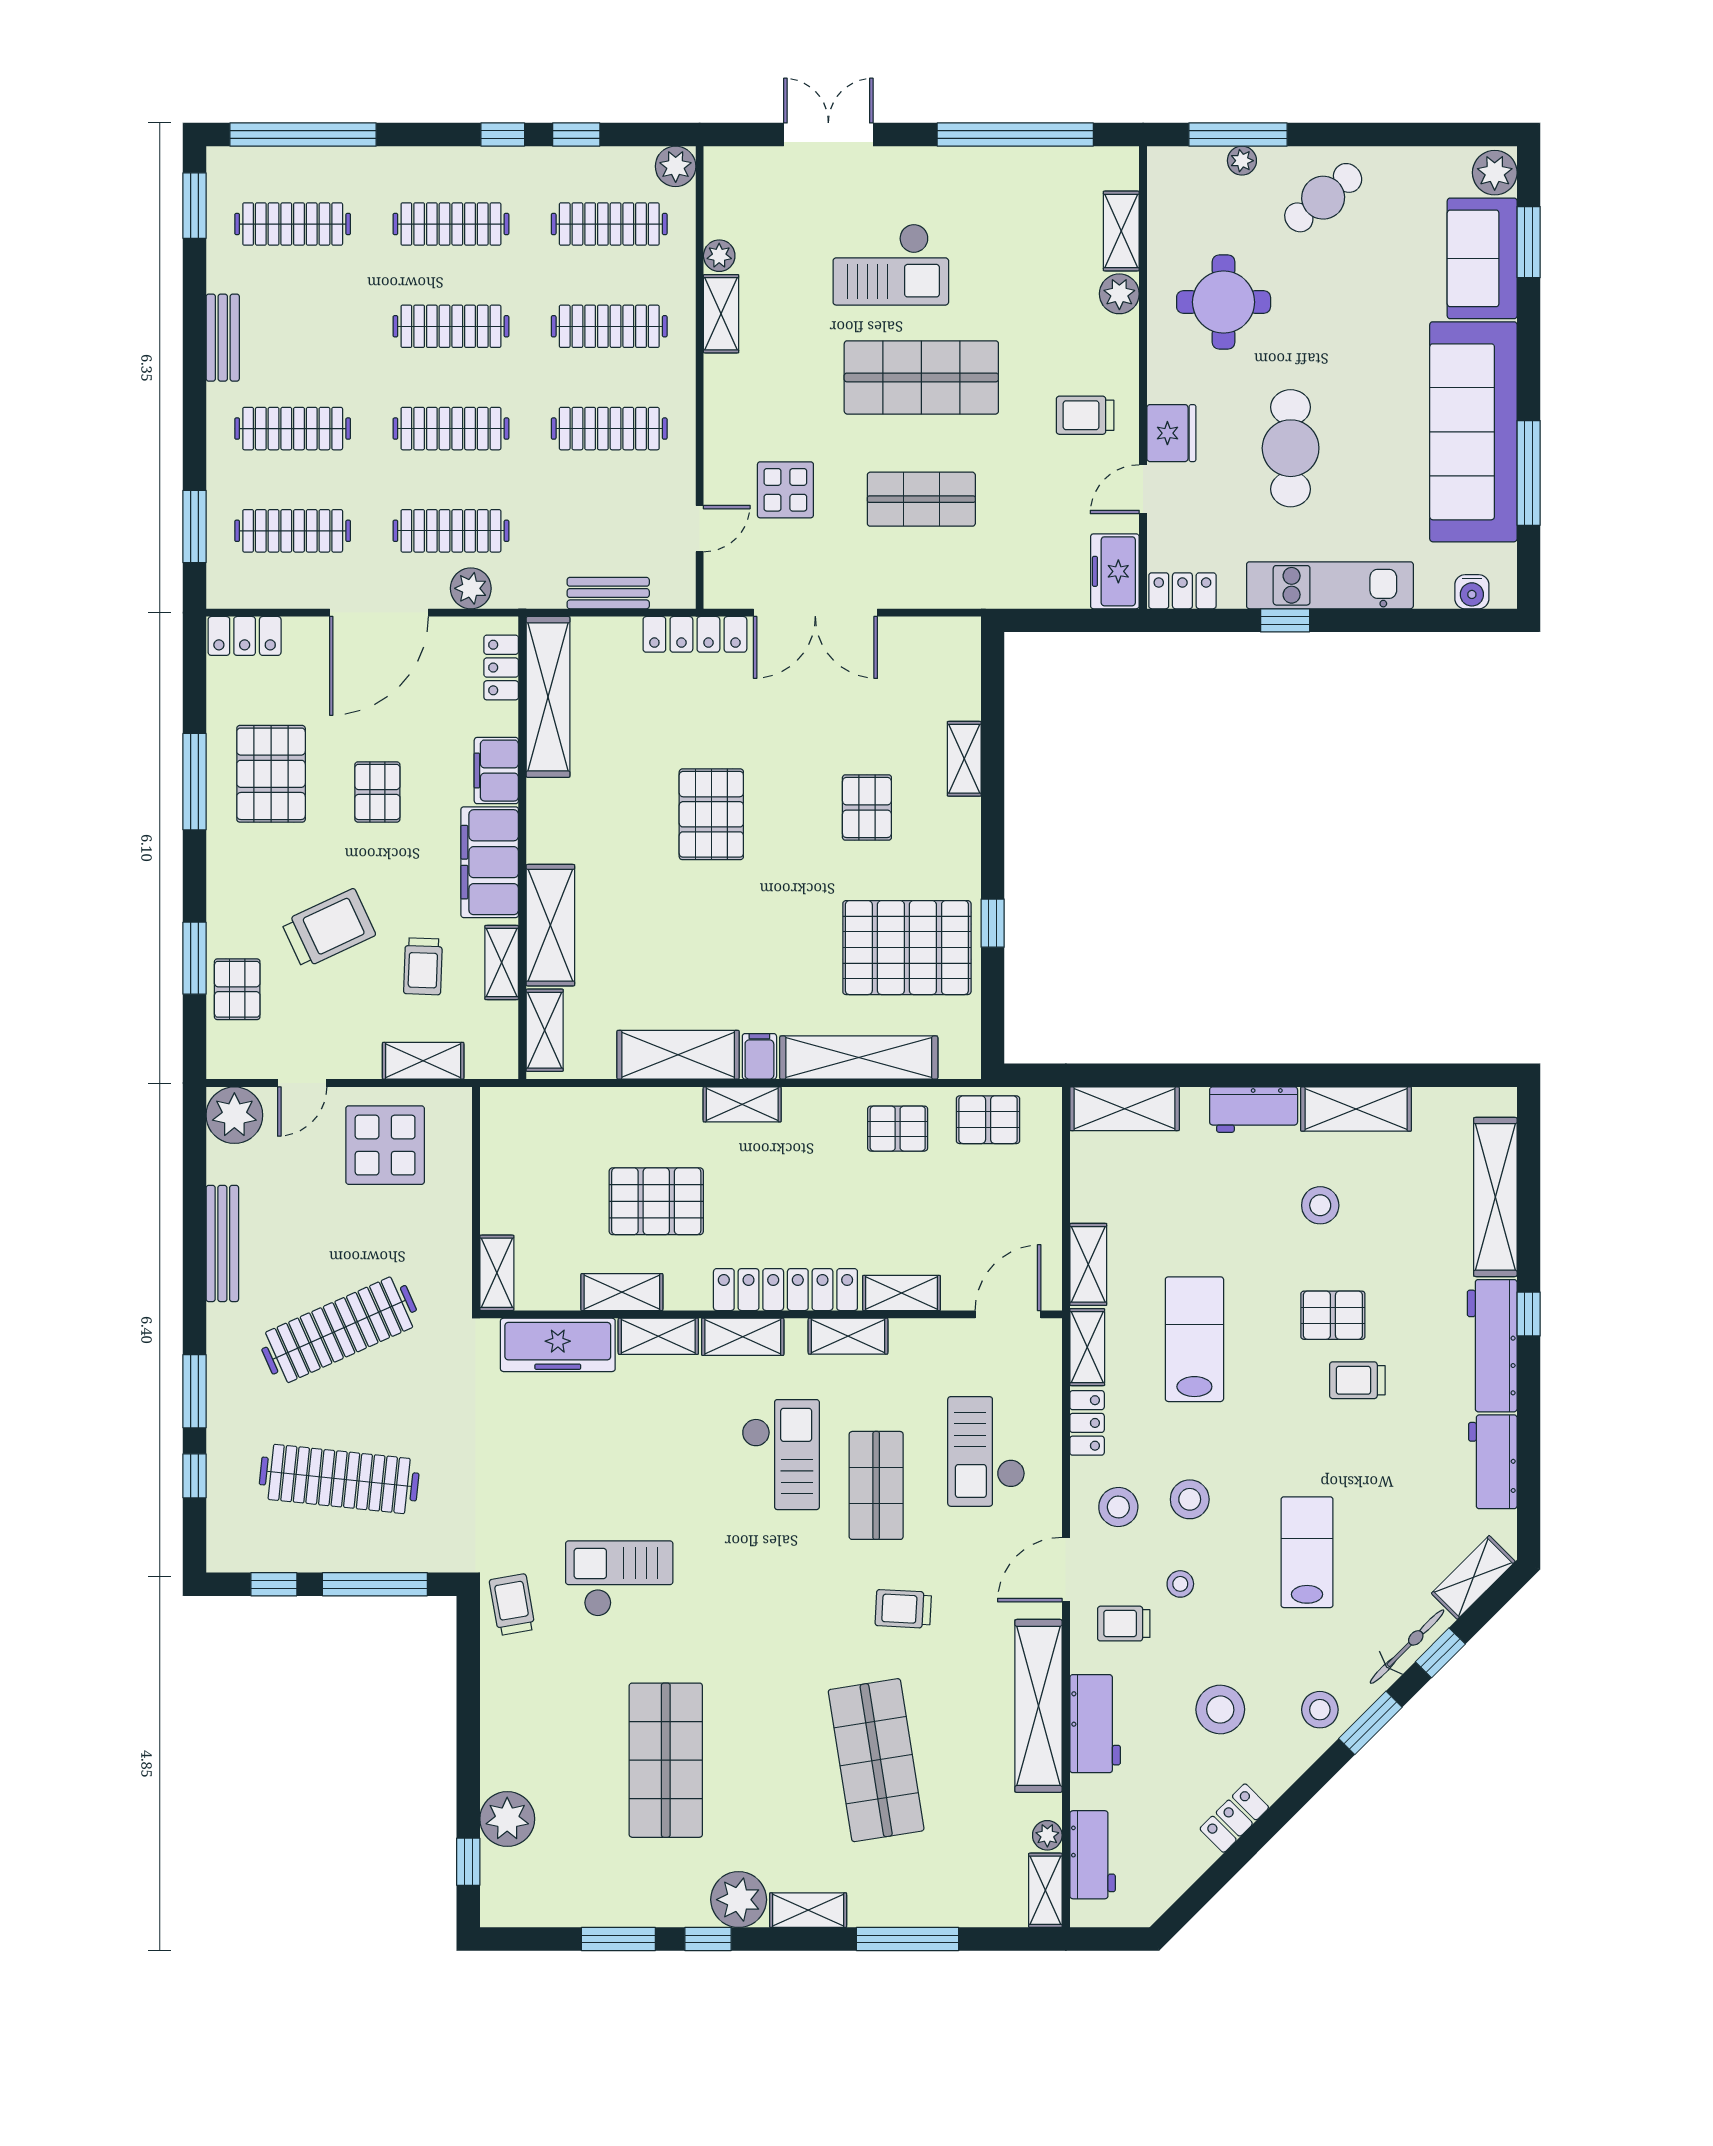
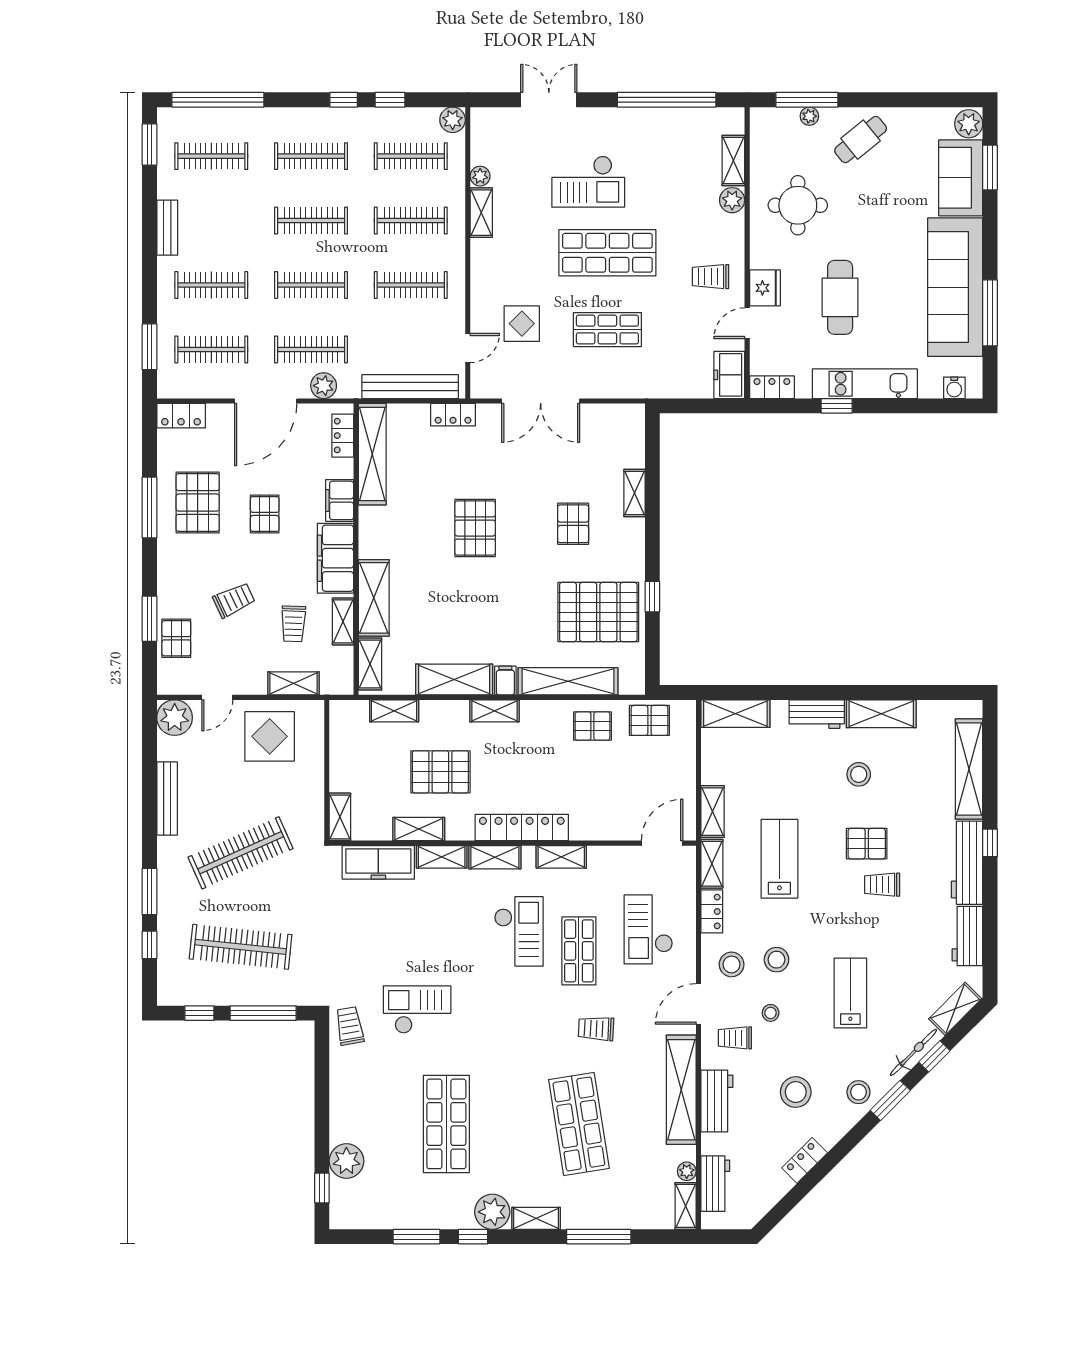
bench: (608, 593) -> (410, 387), width x1.86, depth x1.21
locker: (695, 634) -> (453, 415), width x0.66
trolley: (329, 929) -> (234, 600), width x0.73, depth x0.72
shelving: (901, 1293) -> (394, 711), moved

